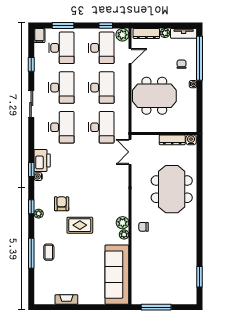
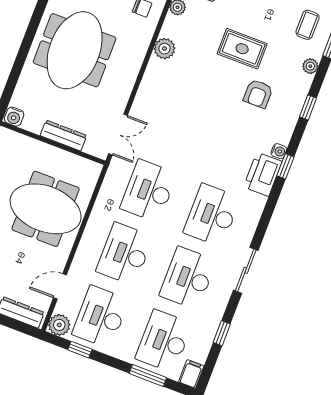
dresser: (172, 140) -> (63, 136), moved
plant: (39, 214) -> (310, 66), moved
plant: (123, 223) -> (165, 49), moved

